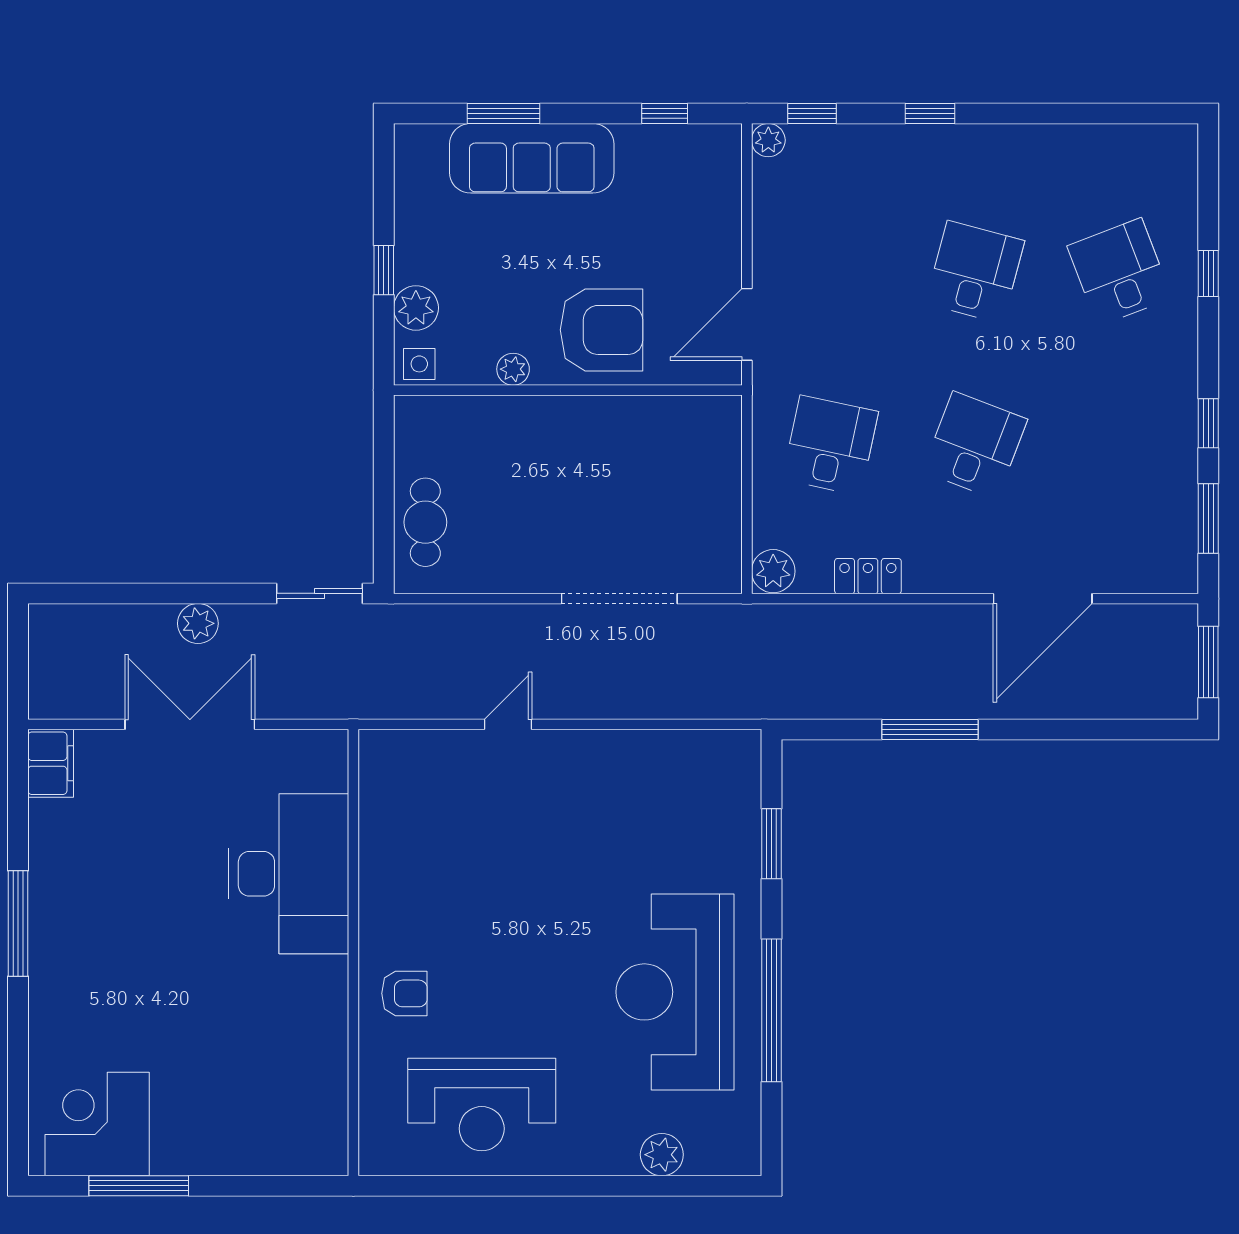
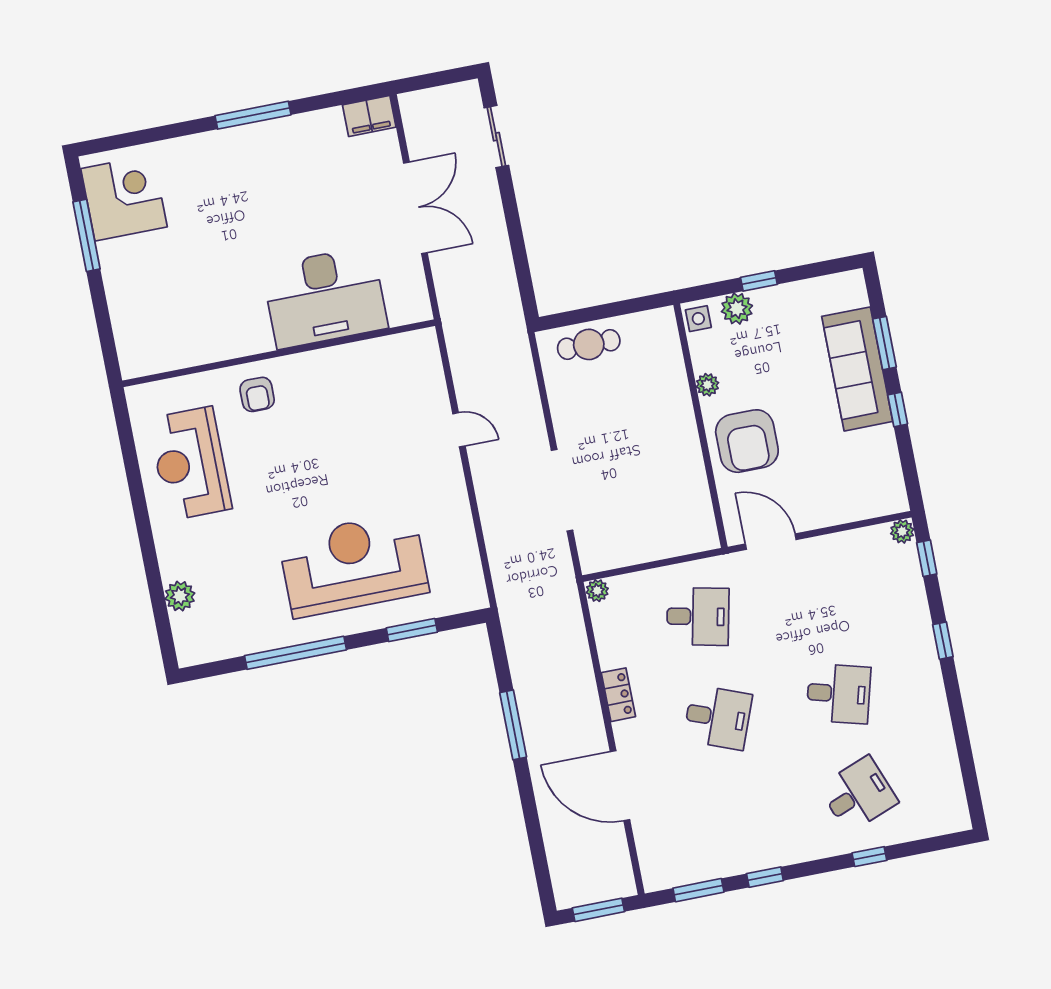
window: (665, 114) -> (898, 409), moved
plant: (773, 571) -> (597, 591), width x0.73, depth x0.73
locker: (868, 576) -> (618, 695), moved
sliding door: (319, 593) -> (496, 137), moved
plant: (198, 623) -> (487, 200), removed
reception desk: (675, 992) -> (354, 565), moved

